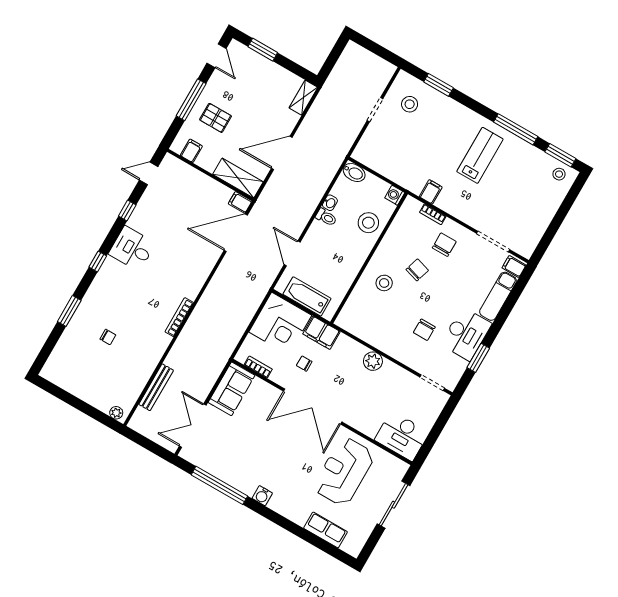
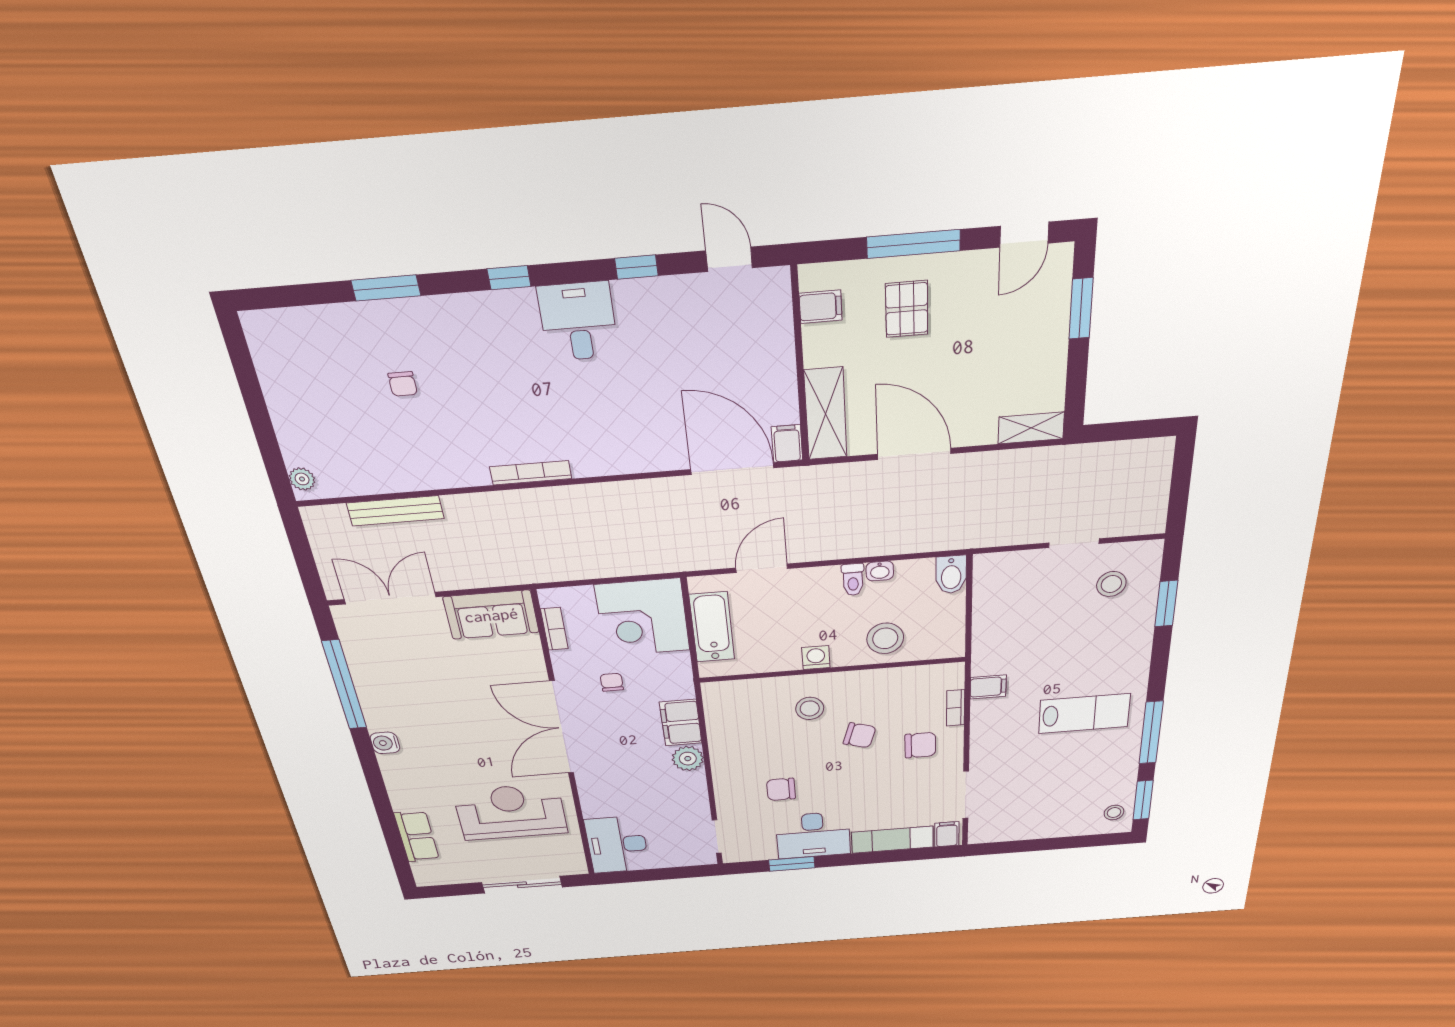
washing machine: (395, 195) -> (816, 658), moved
filing cabinet: (321, 333) -> (681, 723), moved

